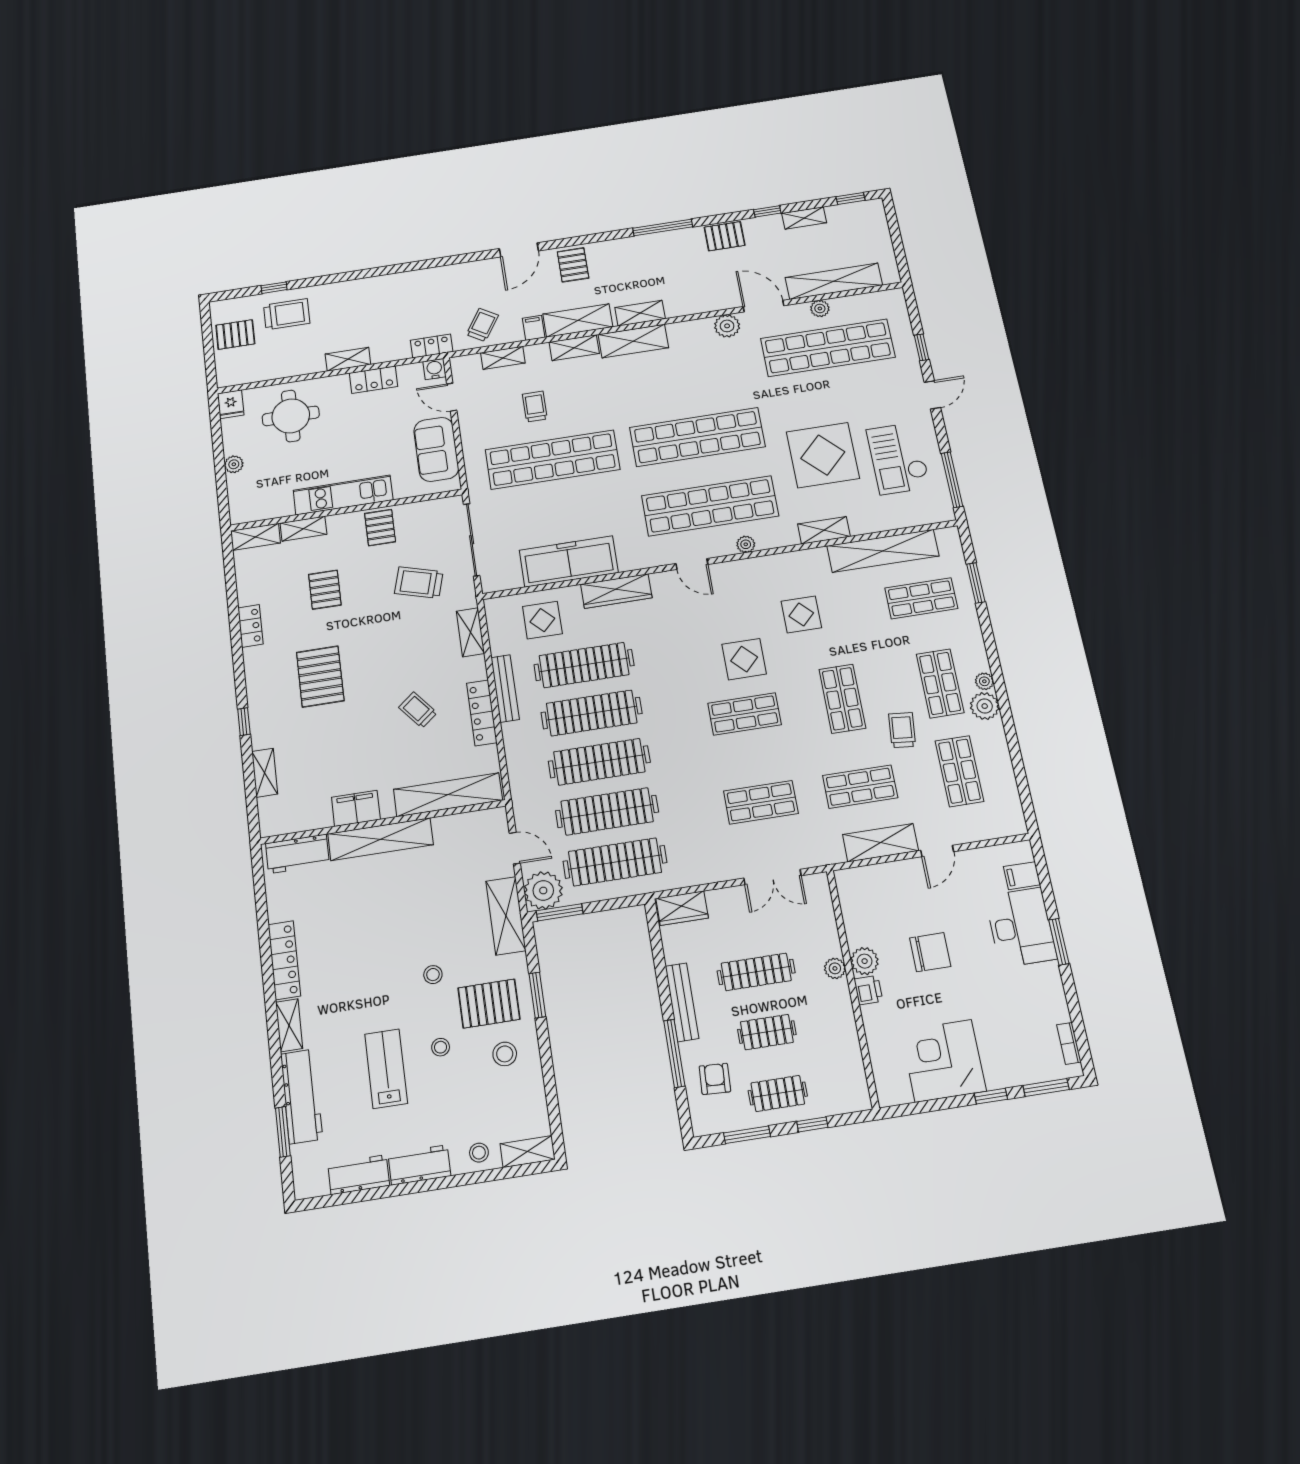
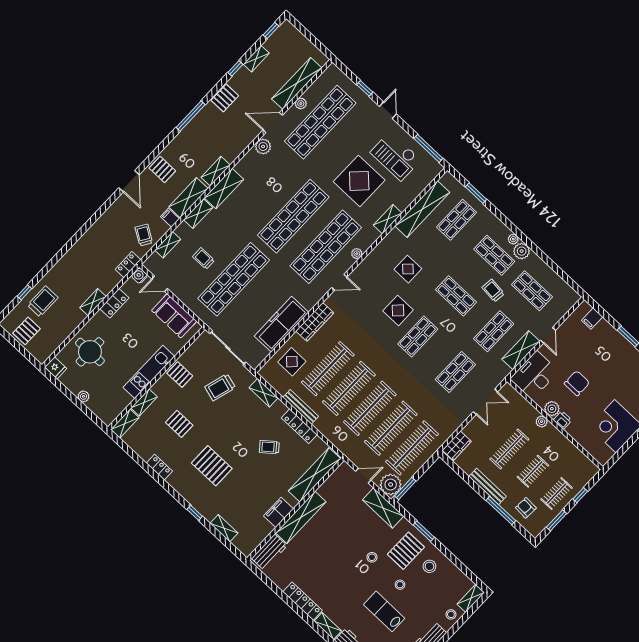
desk: (1021, 927) -> (534, 375), moved, turned -90

